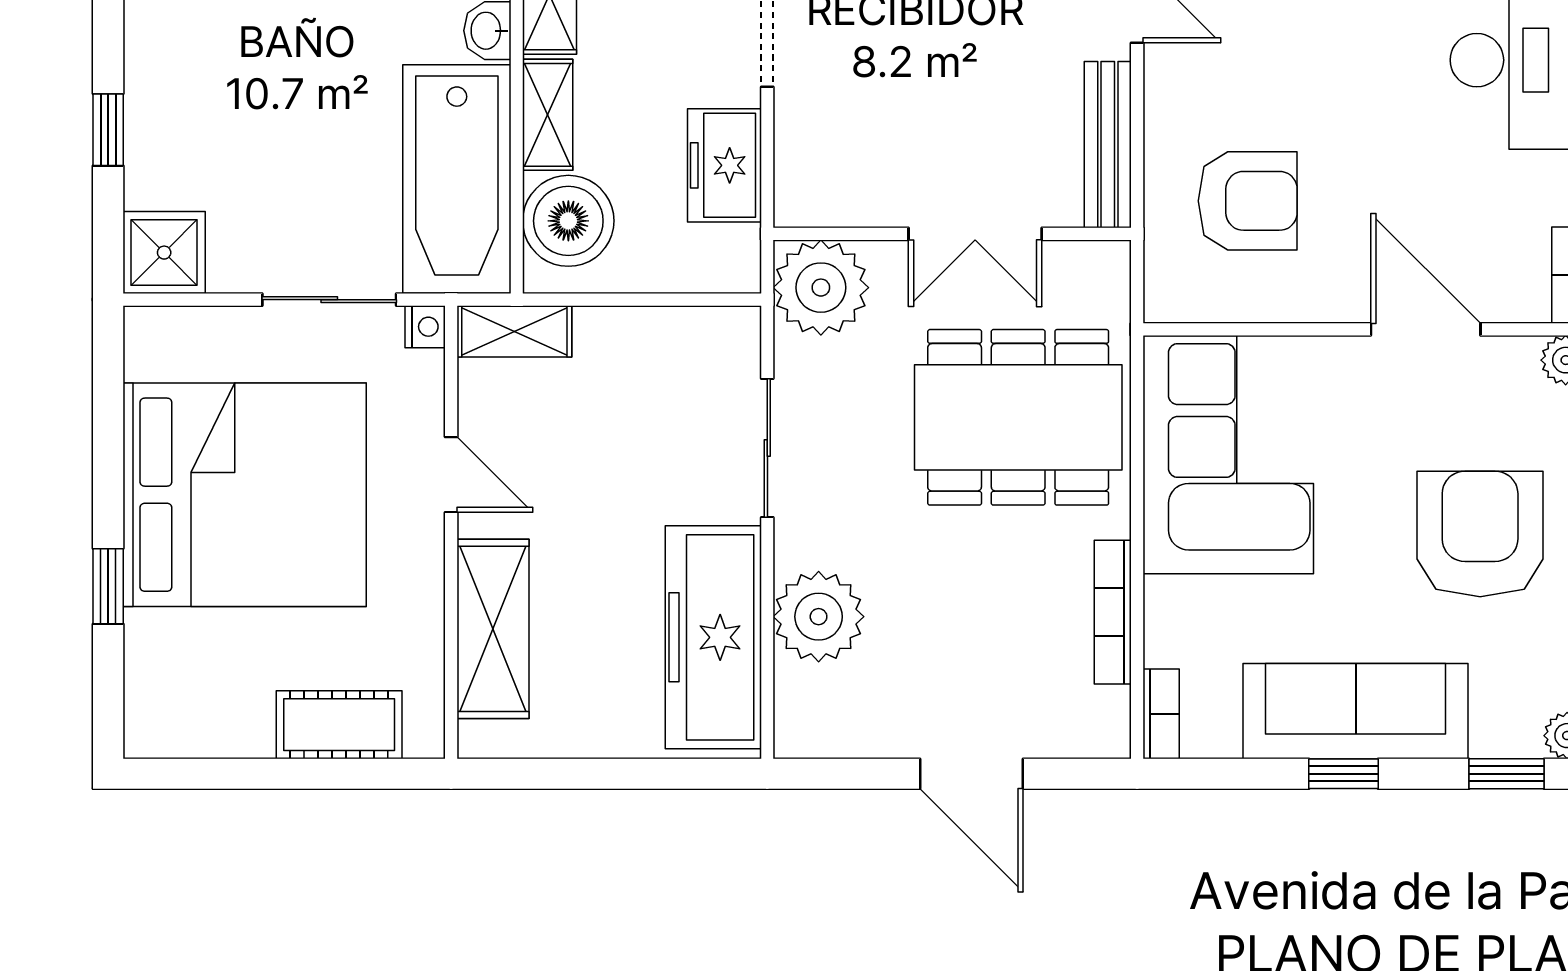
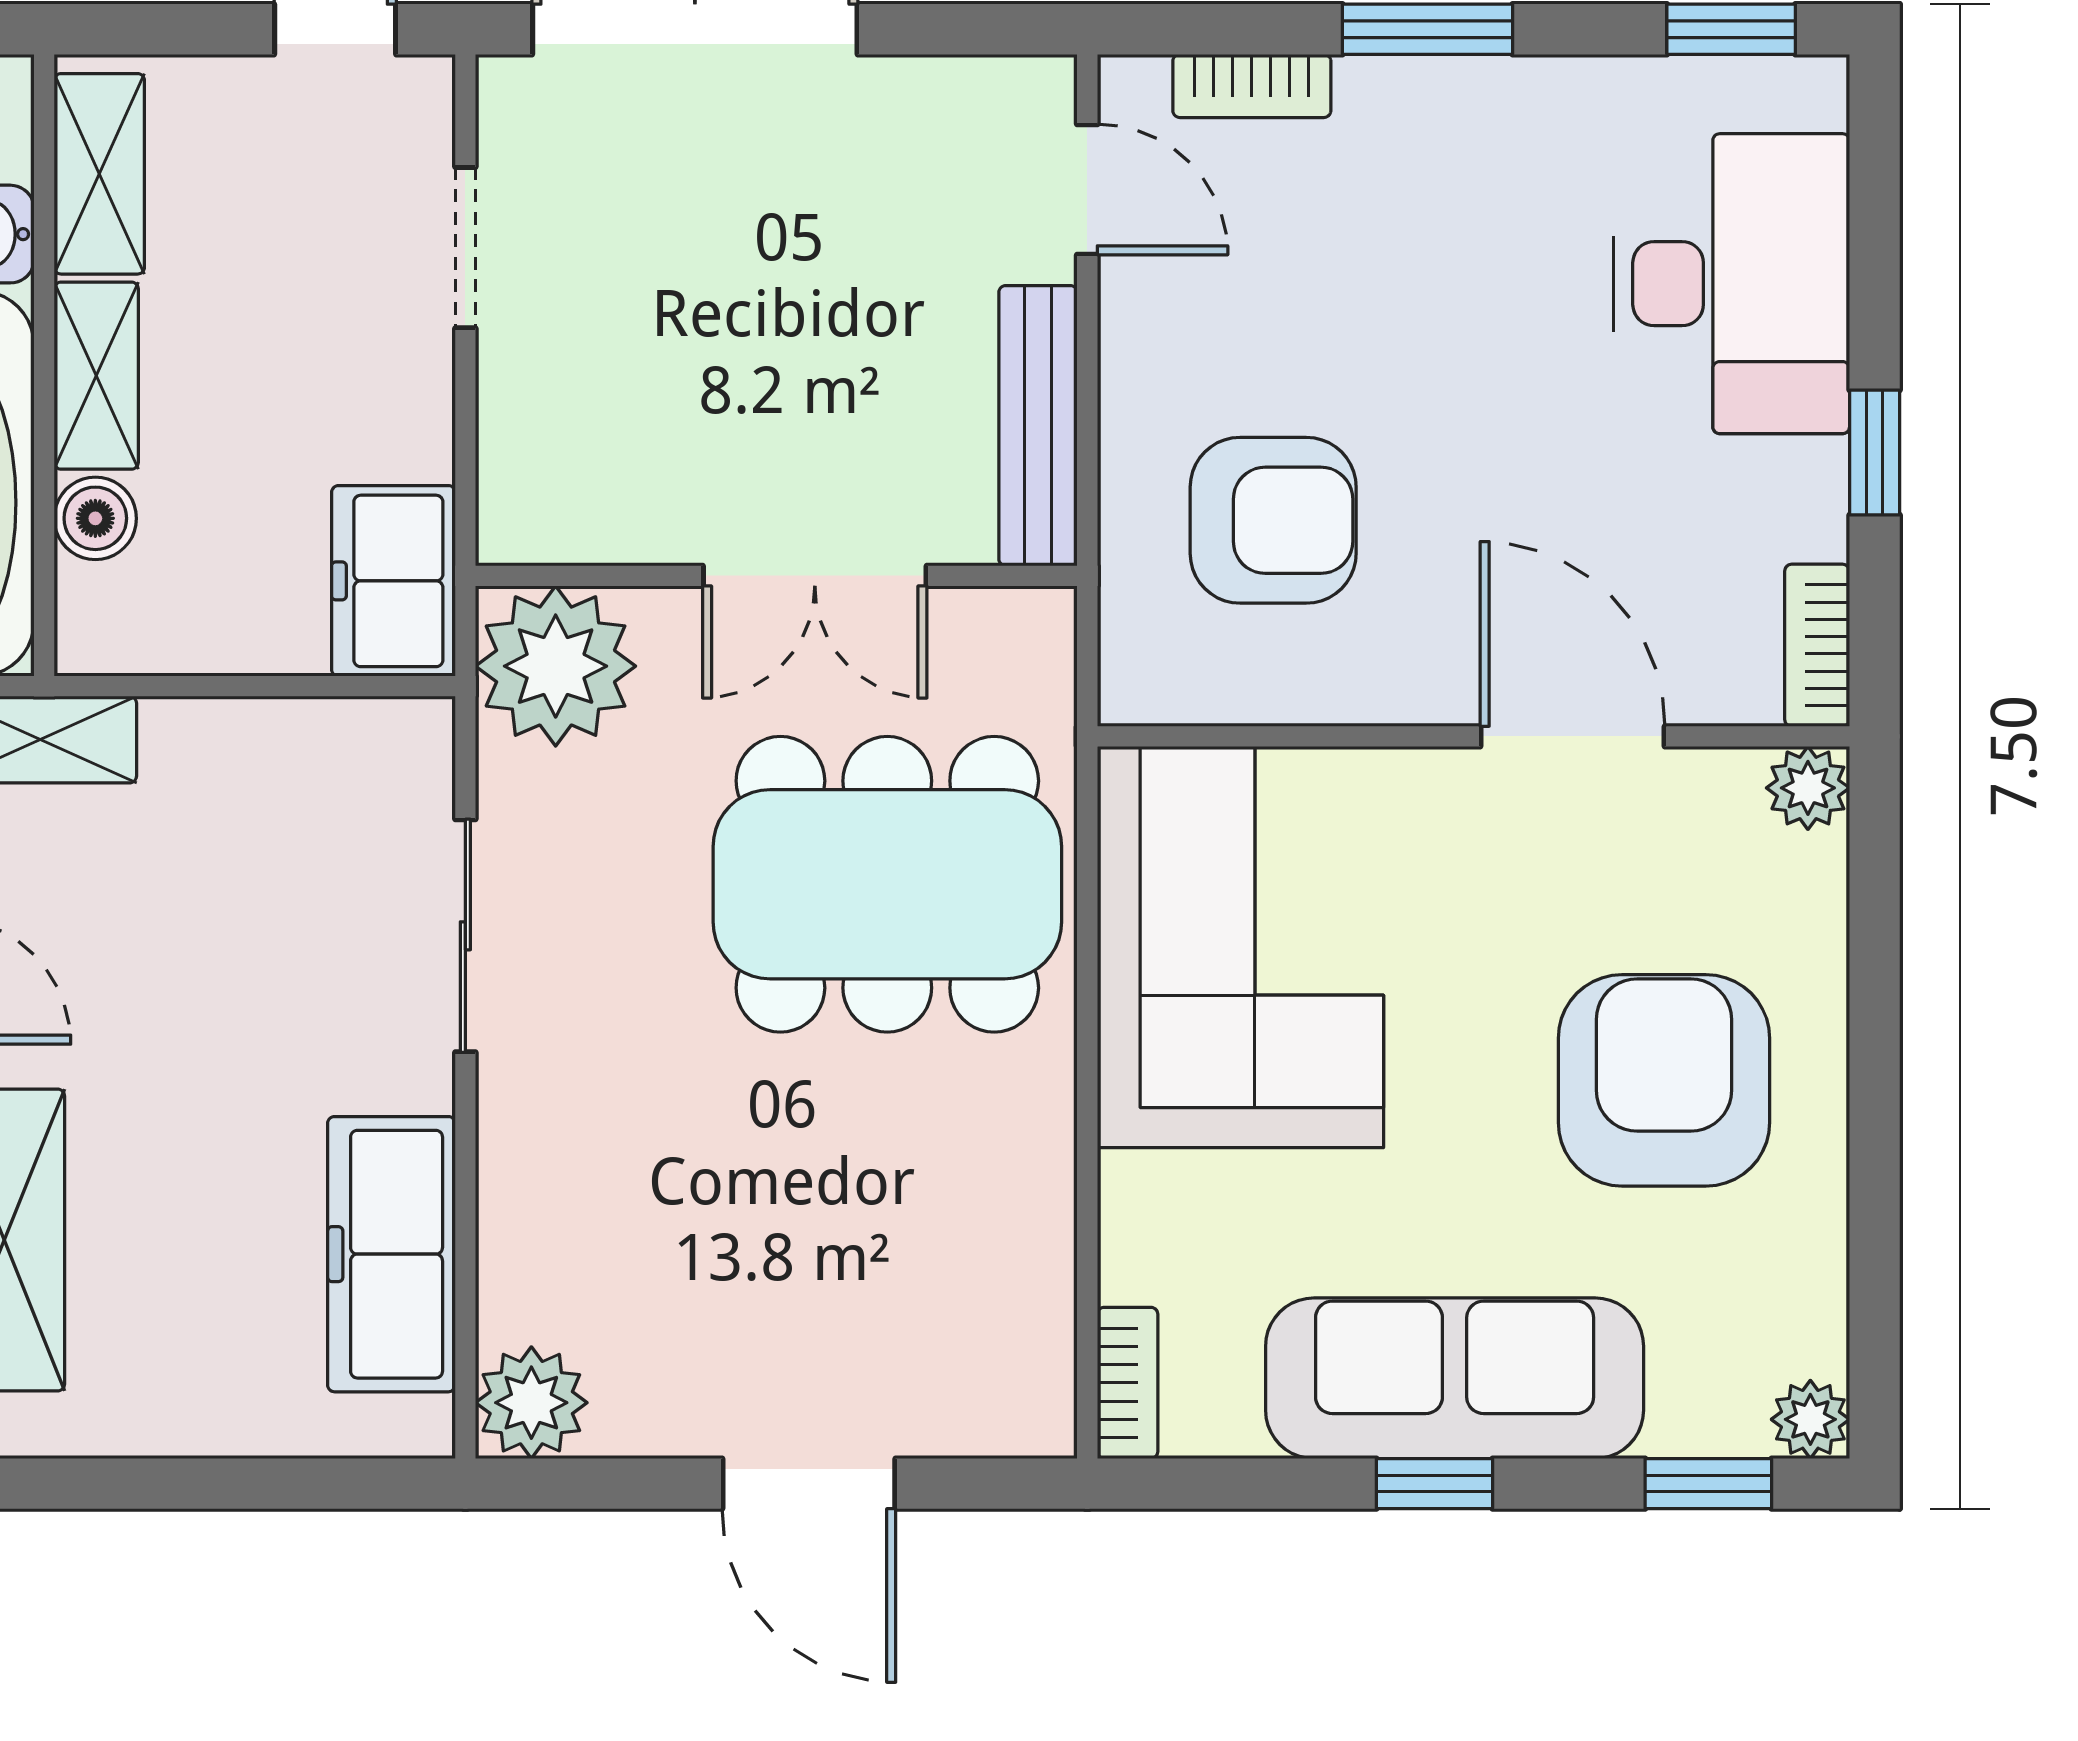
freezer: (724, 165) -> (393, 581), moved
boiler: (568, 221) -> (95, 518), width x0.54, depth x0.54
bookcase: (1113, 612) -> (1046, 1212), removed
plant: (819, 617) -> (531, 1403), moved, width x0.73, depth x0.73
freezer: (713, 637) -> (391, 1254), width x0.73, depth x0.79

